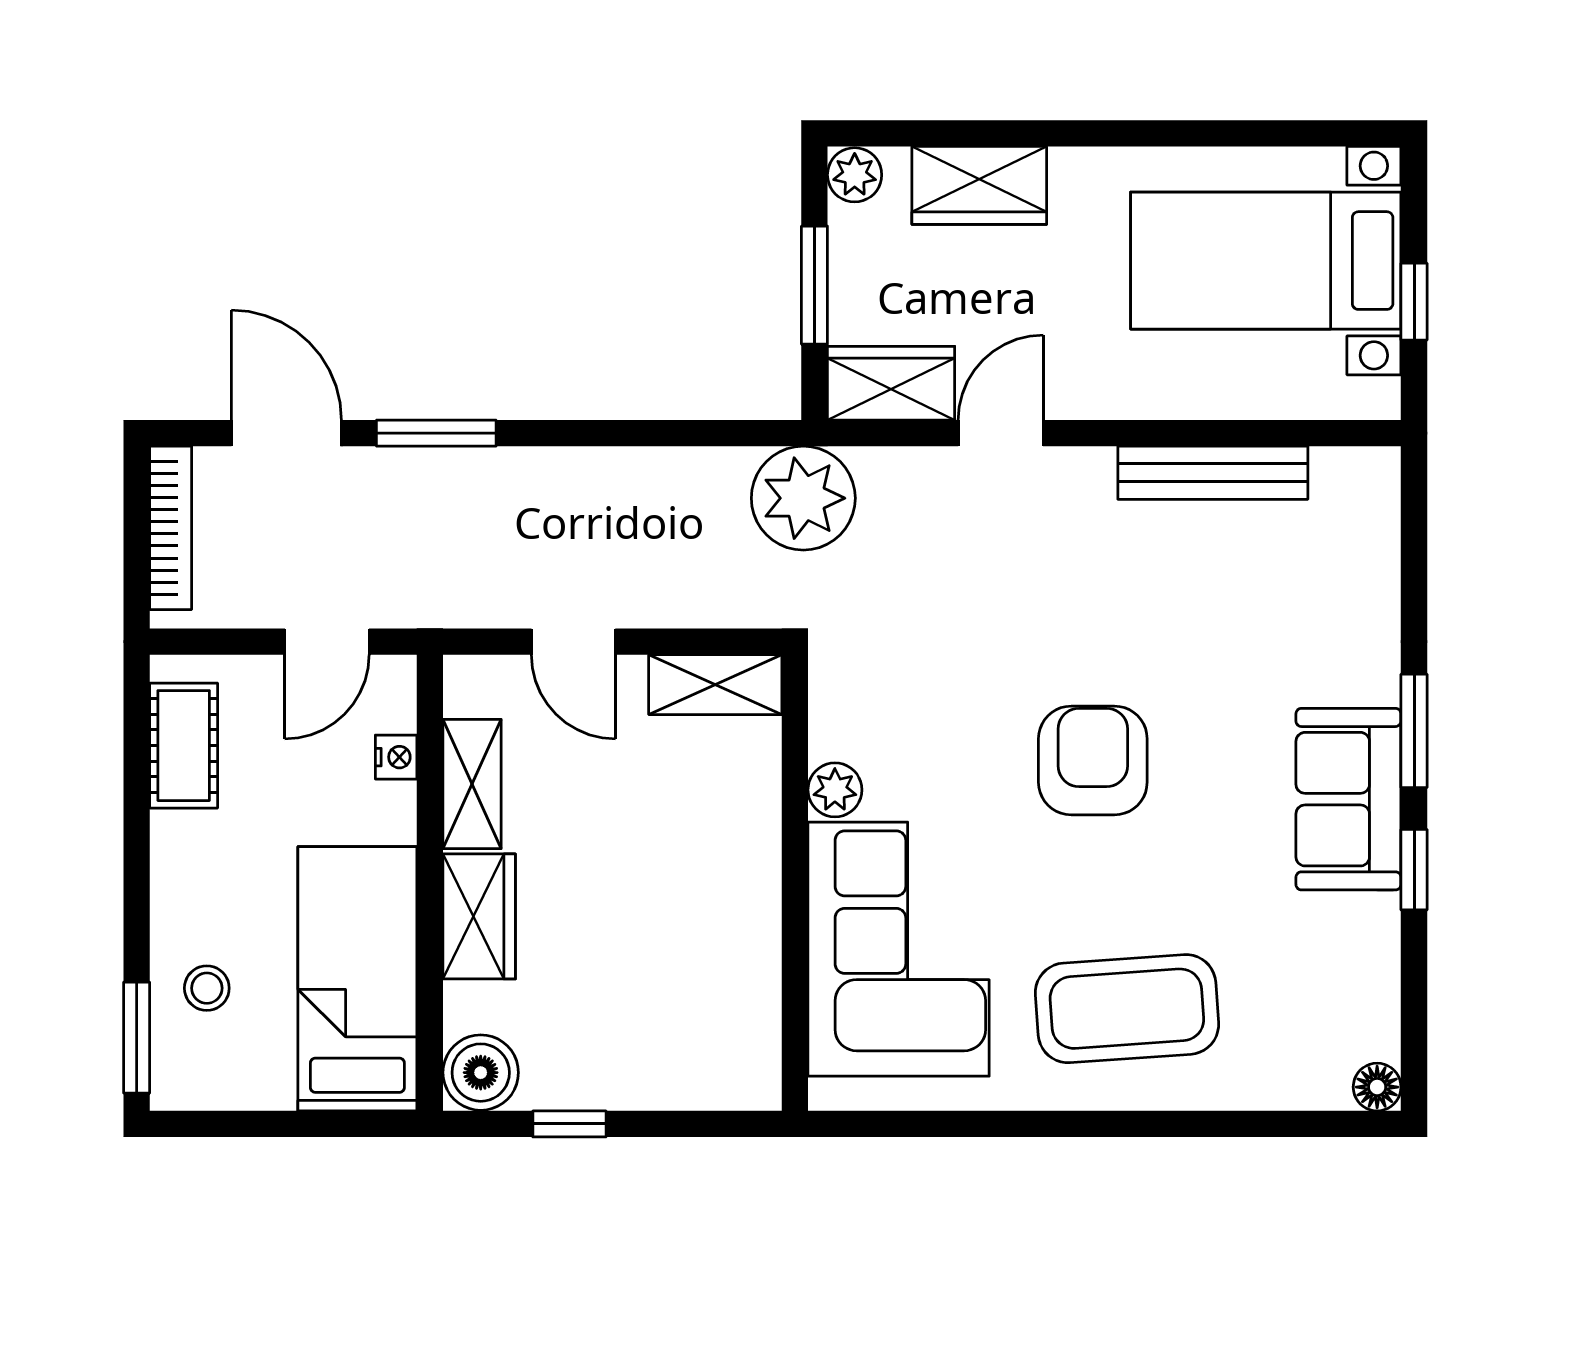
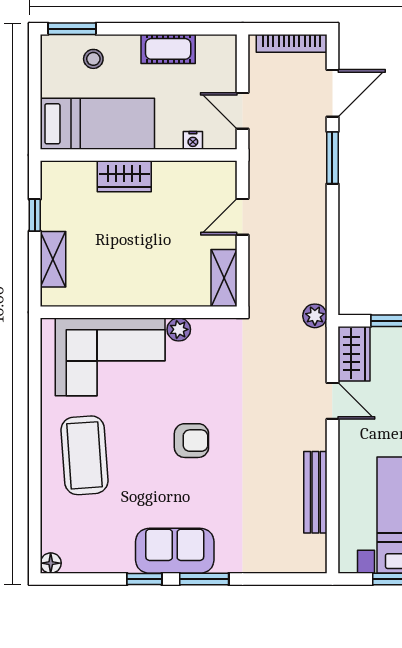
plant: (803, 498) -> (315, 316), width x0.53, depth x0.53
cot: (184, 746) -> (168, 49), moved
armchair: (1093, 760) -> (191, 441), width x0.72, depth x0.72
shelving: (472, 784) -> (53, 259), moved, turned 90
boiler: (481, 1073) -> (57, 177), removed

